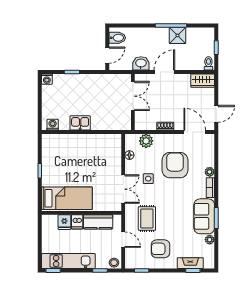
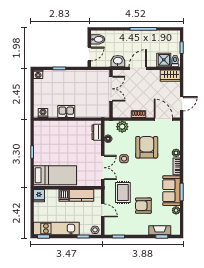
shower: (177, 35) -> (164, 60), moved
dresser: (116, 147) -> (97, 132), added
fridge: (64, 222) -> (39, 196), moved
armchair: (160, 249) -> (143, 206), moved

